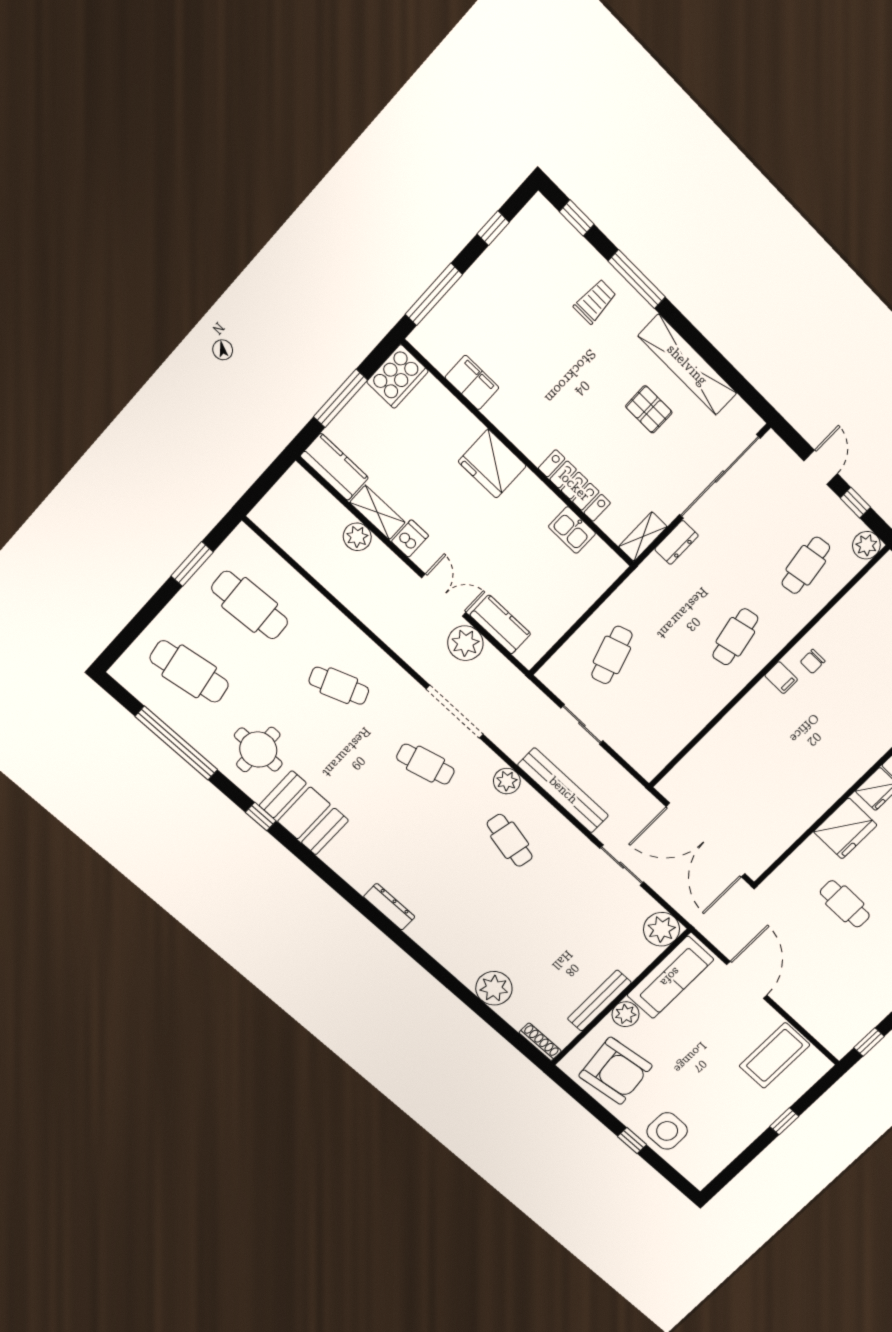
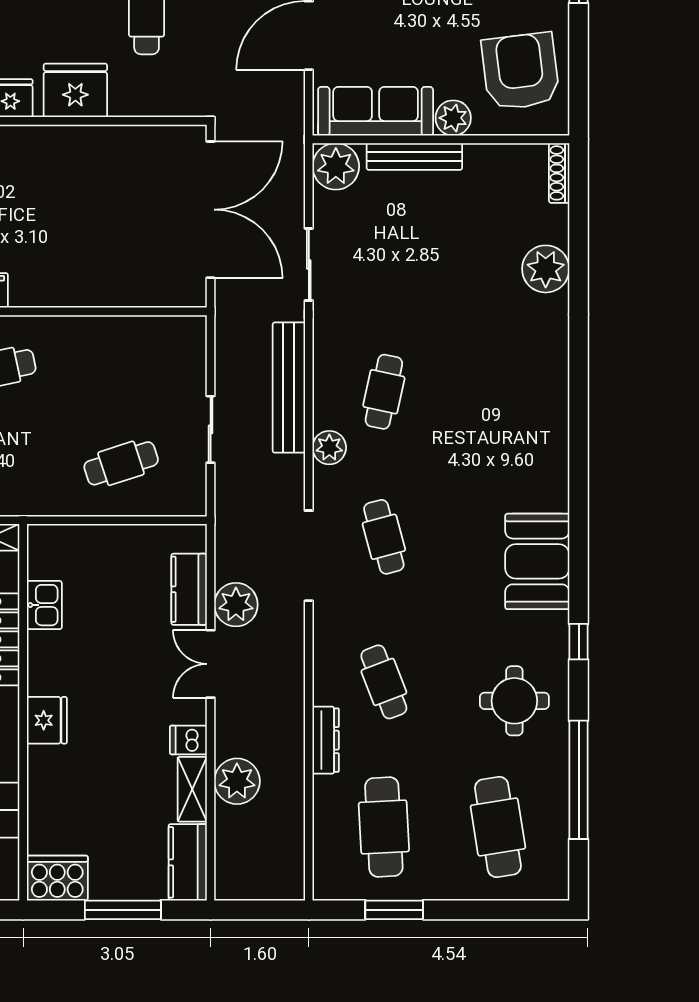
fridge: (492, 464) -> (47, 720), width x0.73, depth x0.75
plant: (357, 537) -> (237, 781), width x1.36, depth x1.36
booth: (304, 813) -> (537, 561), moved
dresser: (389, 907) -> (326, 740), moved, turned 180
bench: (599, 1001) -> (414, 156), moved

